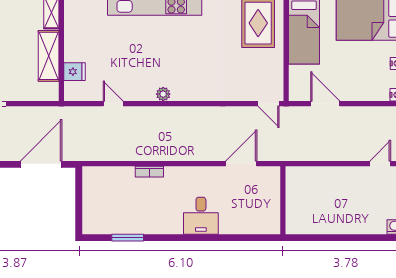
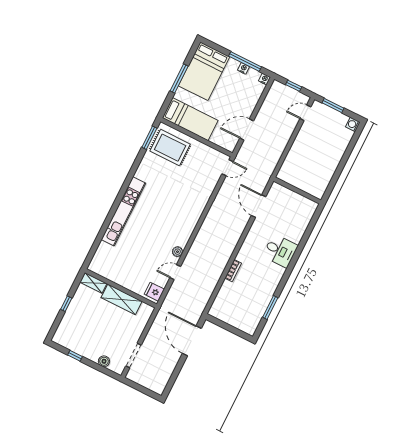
fridge: (75, 72) -> (154, 292), moved, turned -90
plant: (163, 94) -> (177, 252), moved
door: (380, 164) -> (305, 113), hinge flipped

